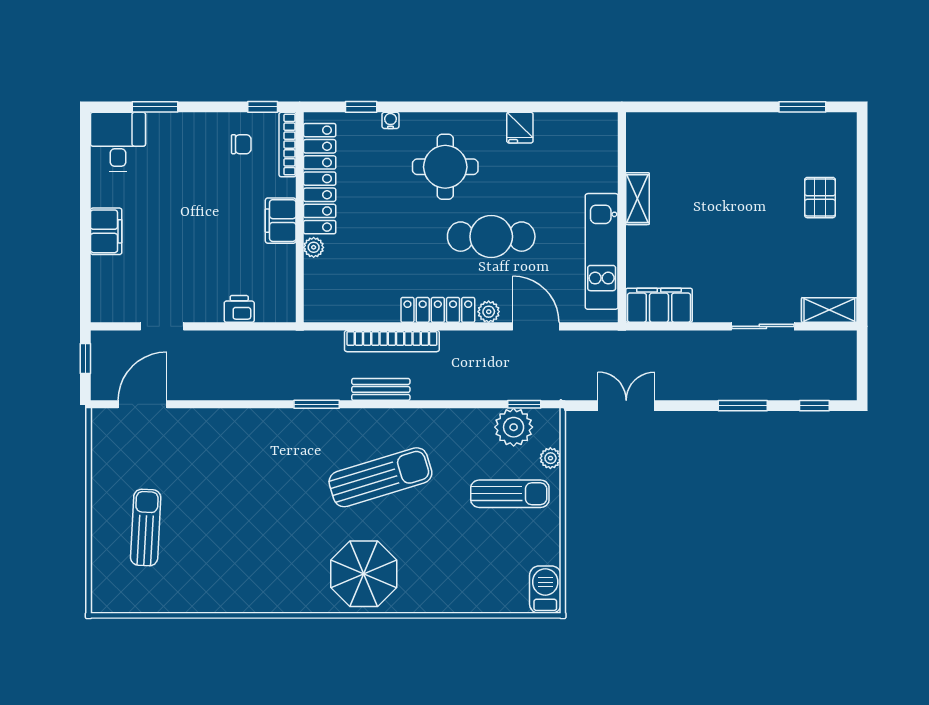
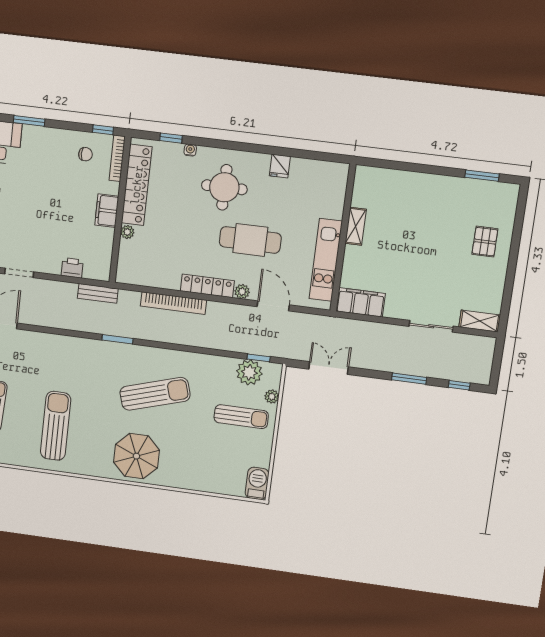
bench: (381, 389) -> (98, 293), moved
sun lounger: (239, 545) -> (56, 426), added

